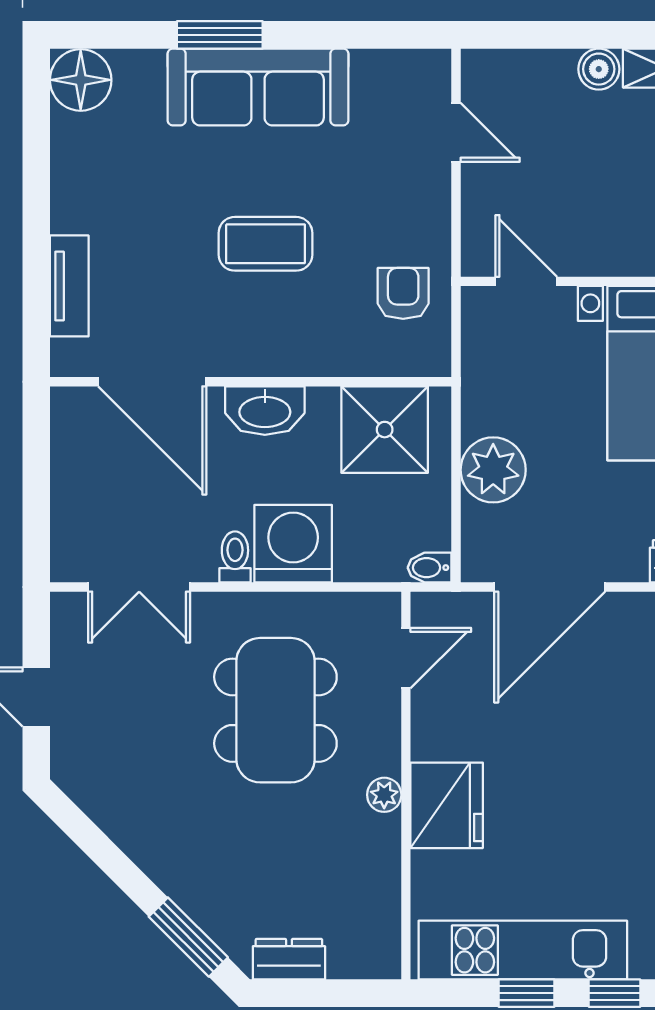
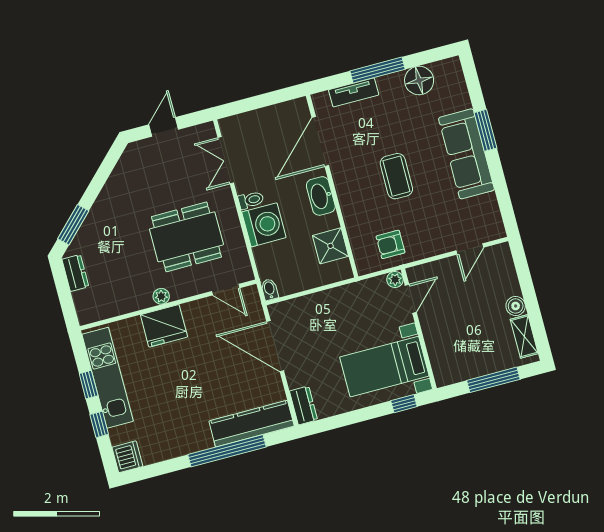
floor lamp: (81, 80) -> (419, 81), moved
window: (36, 224) -> (378, 70), added
armchair: (403, 293) -> (390, 244), turned 180
shower: (385, 430) -> (330, 246), width x0.73, depth x0.73
plant: (493, 470) -> (395, 280), moved, width x0.53, depth x0.53

